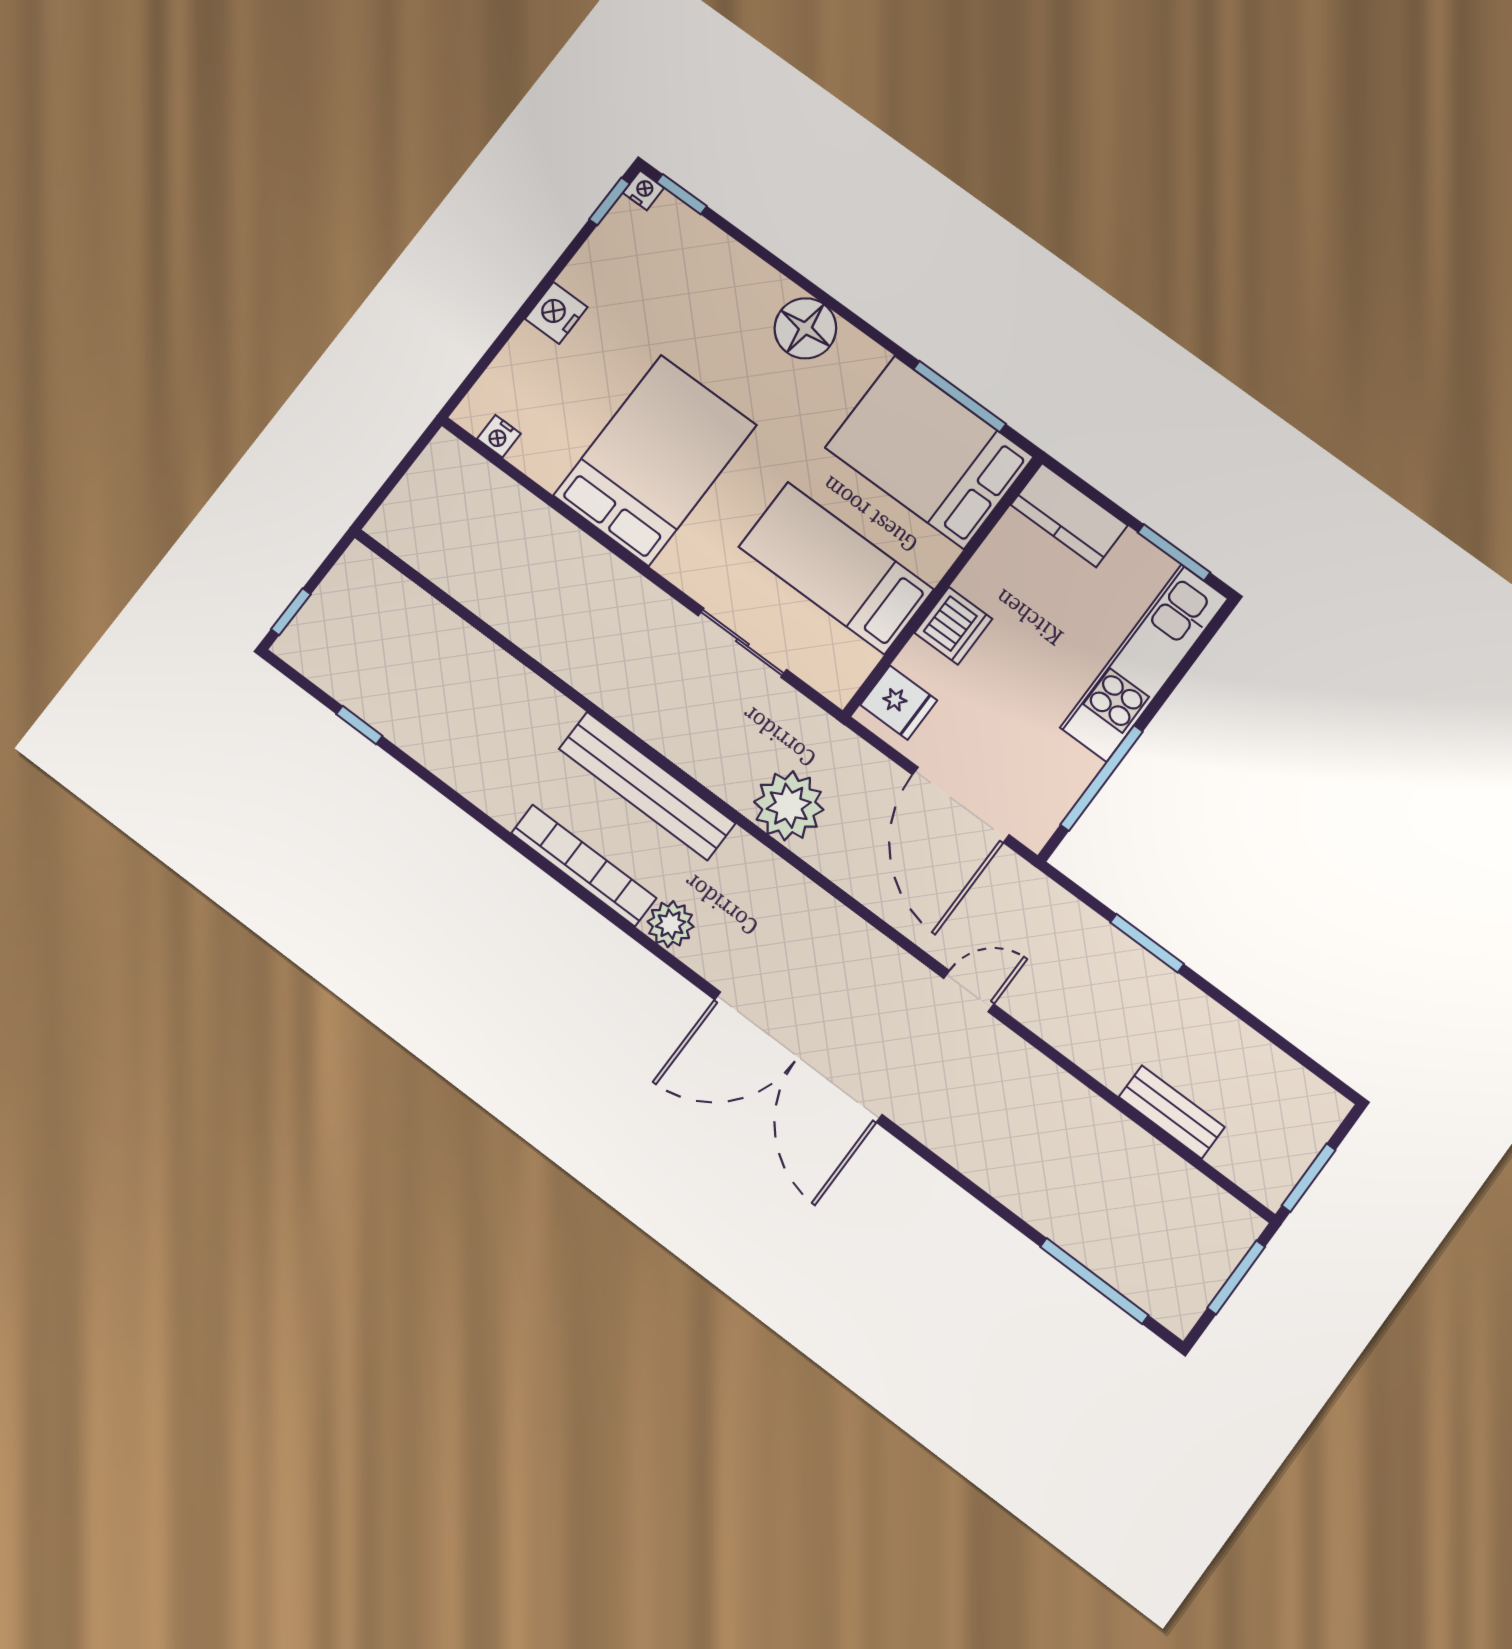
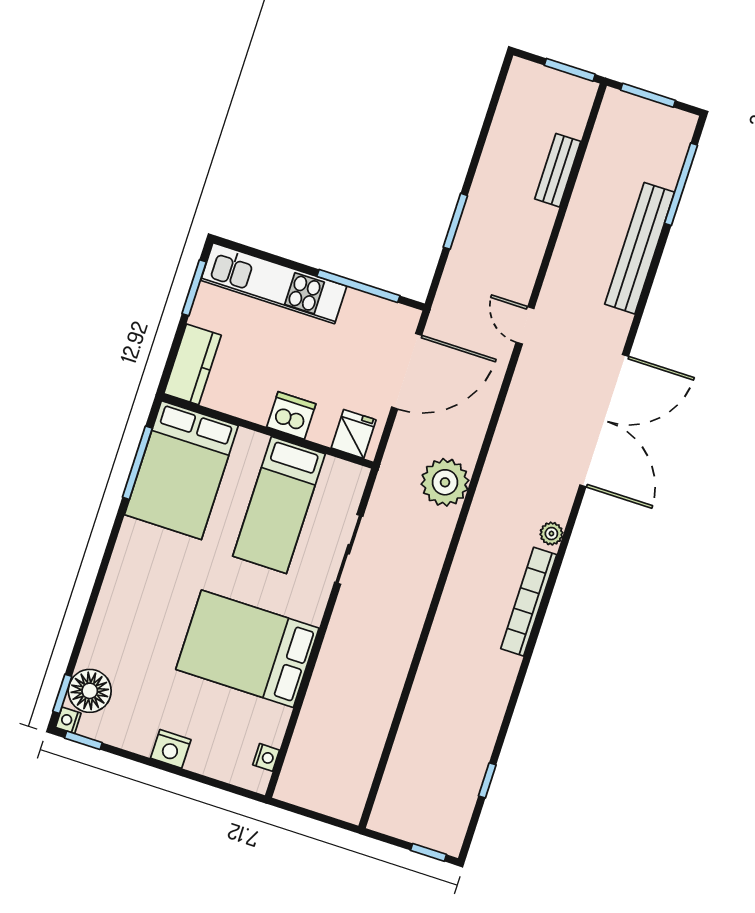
floor lamp: (805, 328) -> (90, 691), moved
bench: (647, 786) -> (640, 248), moved
plant: (671, 924) -> (551, 534), width x0.73, depth x0.73

